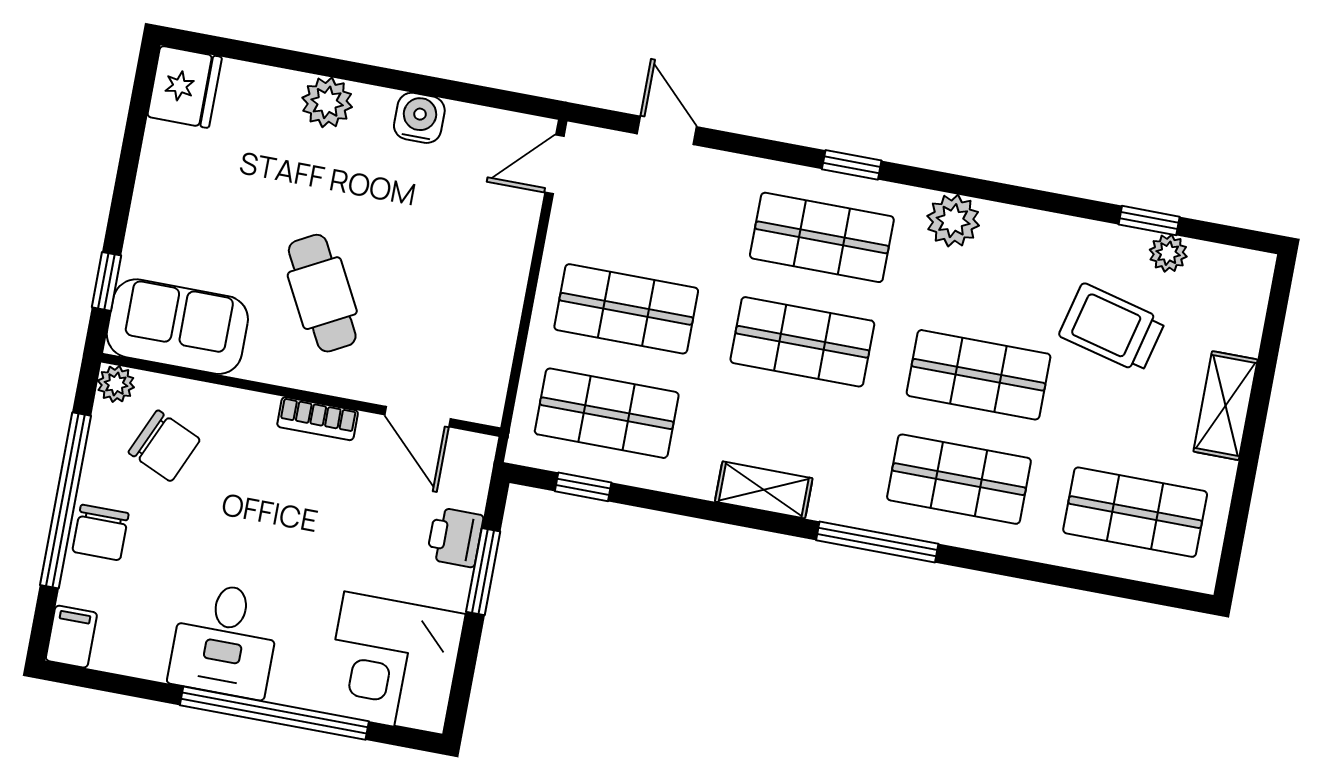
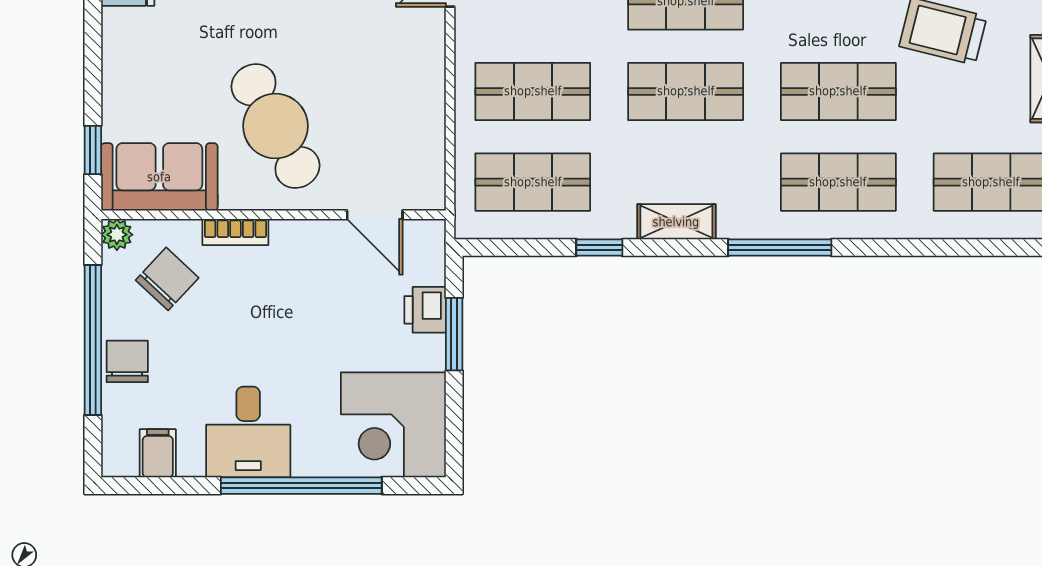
cafe table: (322, 293) -> (275, 126), width x1.37, depth x1.35
bookcase: (318, 419) -> (235, 232), moved
chair: (164, 446) -> (167, 279), turned -71
window: (583, 487) -> (599, 247), moved
chair: (101, 533) -> (127, 361), turned 180
filing cabinet: (71, 637) -> (158, 453), moved

